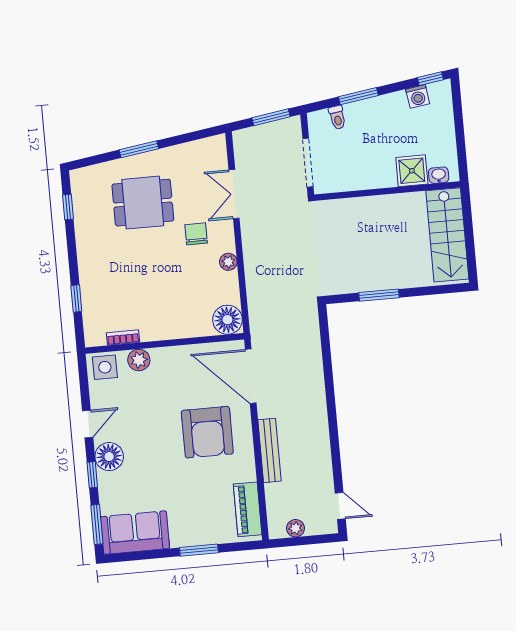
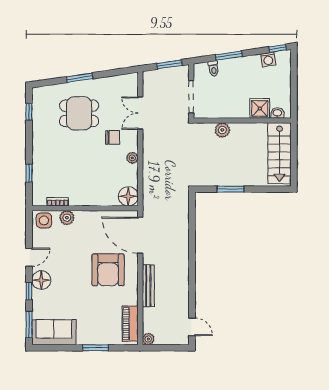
plant: (359, 208) -> (222, 130), added
chair: (196, 234) -> (113, 137), turned 90
plant: (296, 528) -> (148, 339), moved

